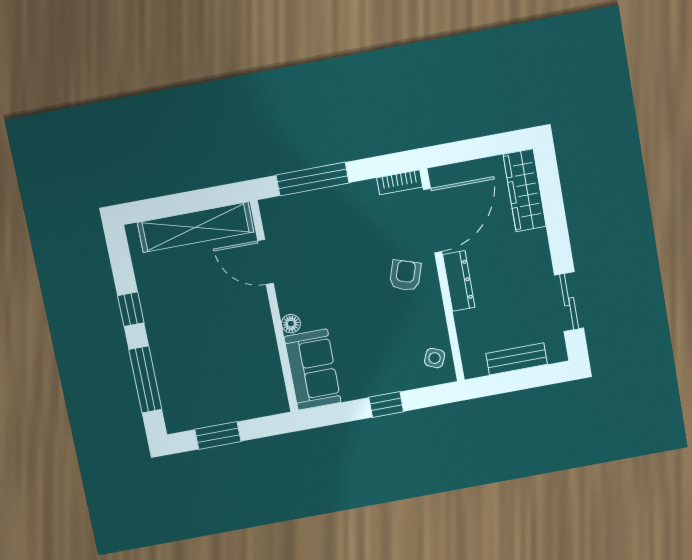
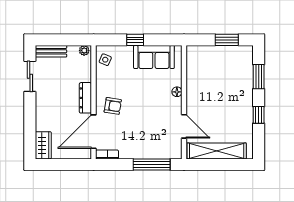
wardrobe: (525, 190) -> (43, 145), width x0.67
armchair: (405, 275) -> (113, 106), turned -99
bench: (517, 359) -> (51, 51), moved
plant: (476, 368) -> (84, 50), added
sofa: (313, 370) -> (154, 57), moved, turned -90
window: (145, 380) -> (259, 77), width x0.69

